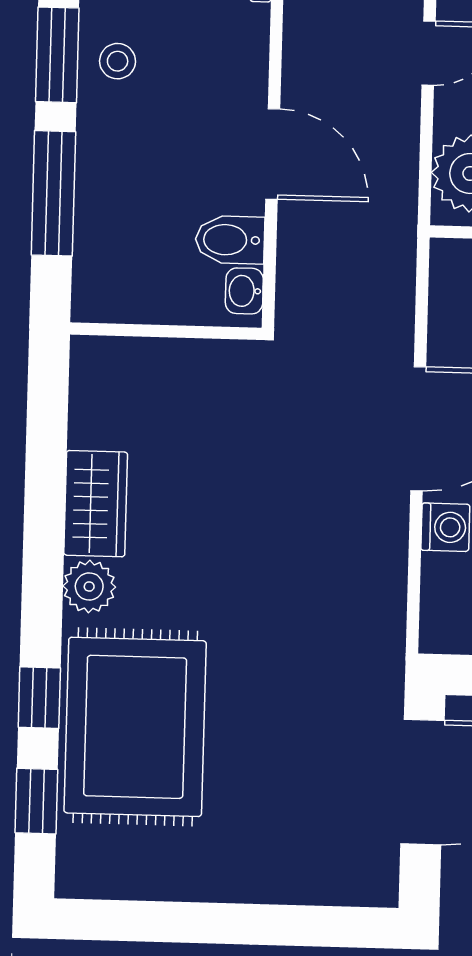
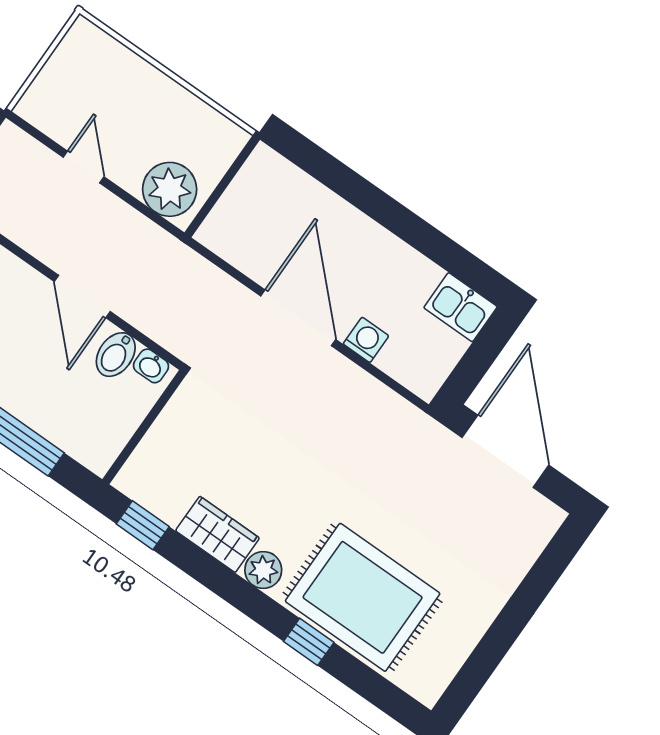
door: (273, 154) -> (82, 297), swing flipped
window: (36, 801) -> (143, 525), moved

